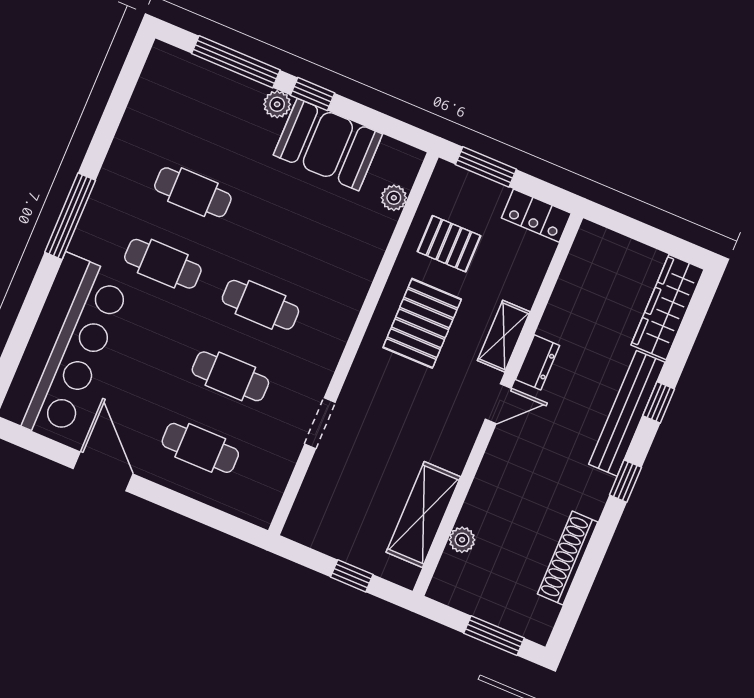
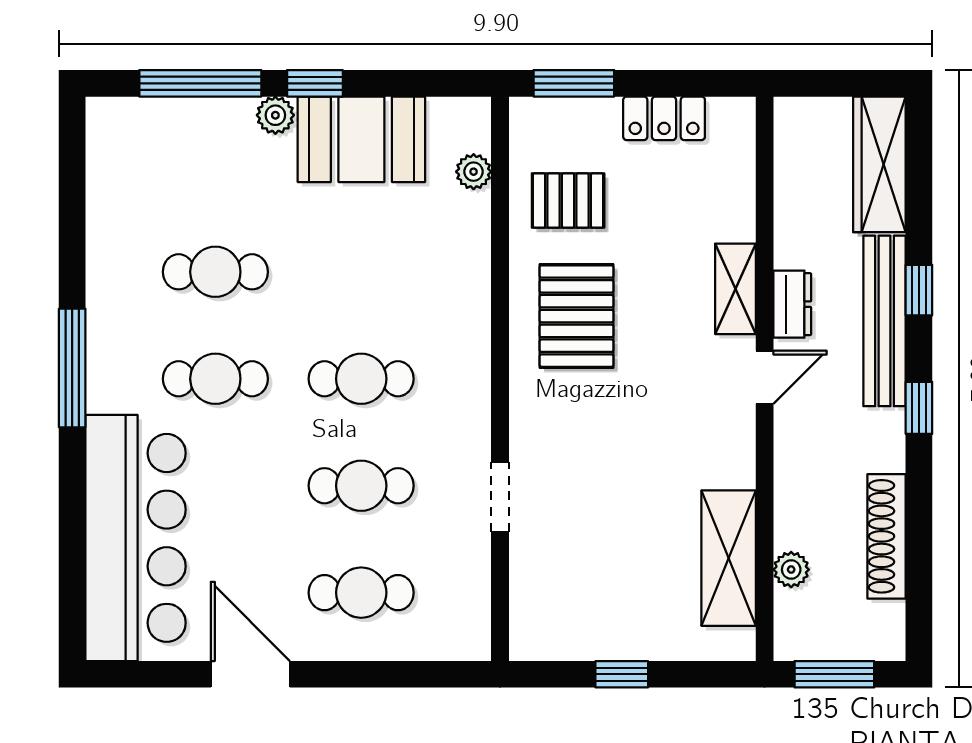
shelving: (504, 336) -> (735, 289), moved
dresser: (537, 362) -> (792, 304), moved
door: (498, 404) -> (765, 377), moved
wall: (498, 405) -> (765, 379), moved
shelving: (423, 515) -> (729, 558), moved
plant: (462, 540) -> (791, 570), moved

